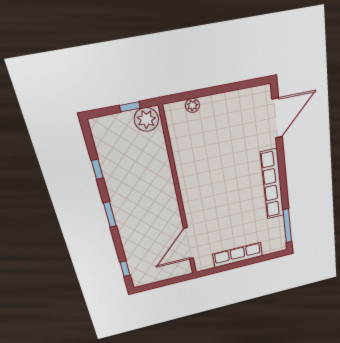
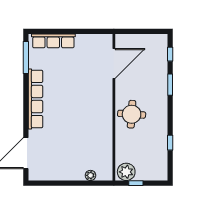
round table: (155, 193) -> (132, 114), added
window: (110, 214) -> (170, 85), moved
row of seats: (238, 255) -> (53, 41), moved

